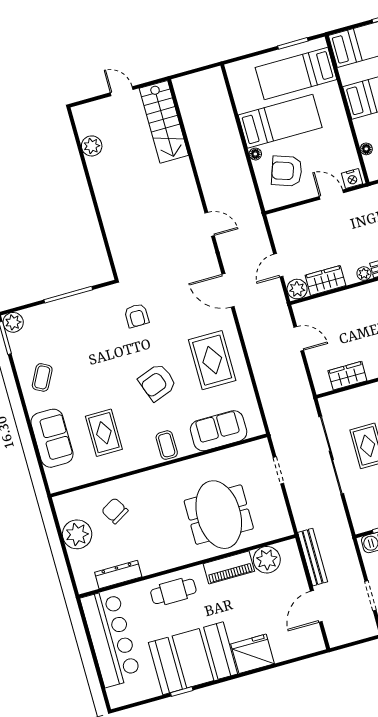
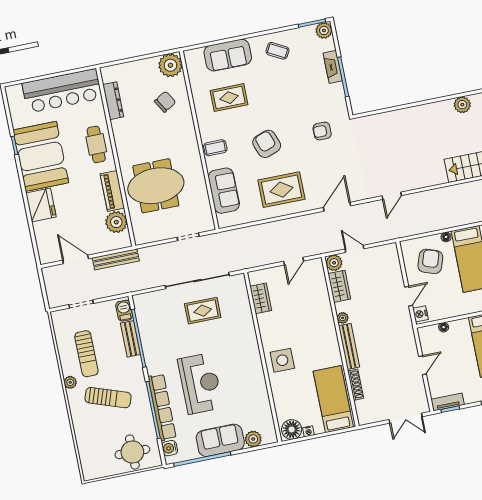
fireplace: (57, 308) -> (333, 67), added
plant: (77, 534) -> (170, 65), moved

